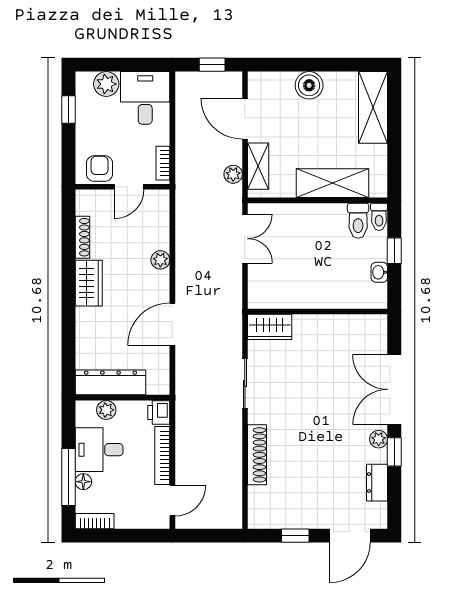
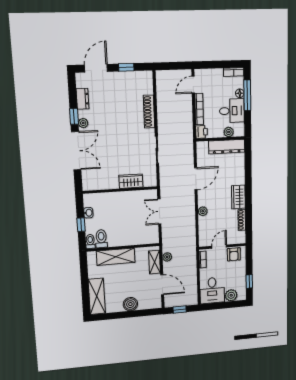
double door: (245, 239) -> (159, 212), moved
wardrobe: (270, 327) -> (131, 181), moved

